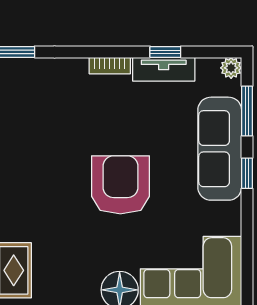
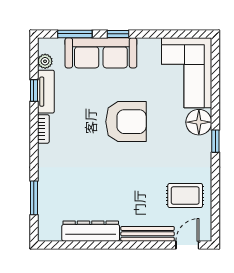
plant: (231, 68) -> (45, 61), moved
armchair: (120, 185) -> (126, 122), turned 180

